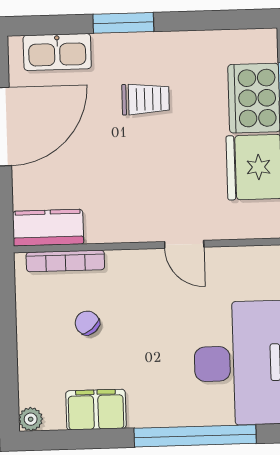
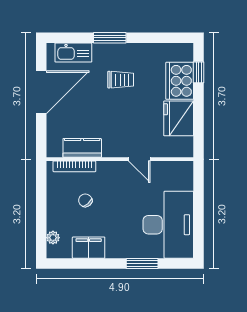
kitchen counter: (48, 228) -> (82, 148), moved
plant: (31, 419) -> (53, 238), moved
window: (195, 436) -> (142, 264), width x0.47

